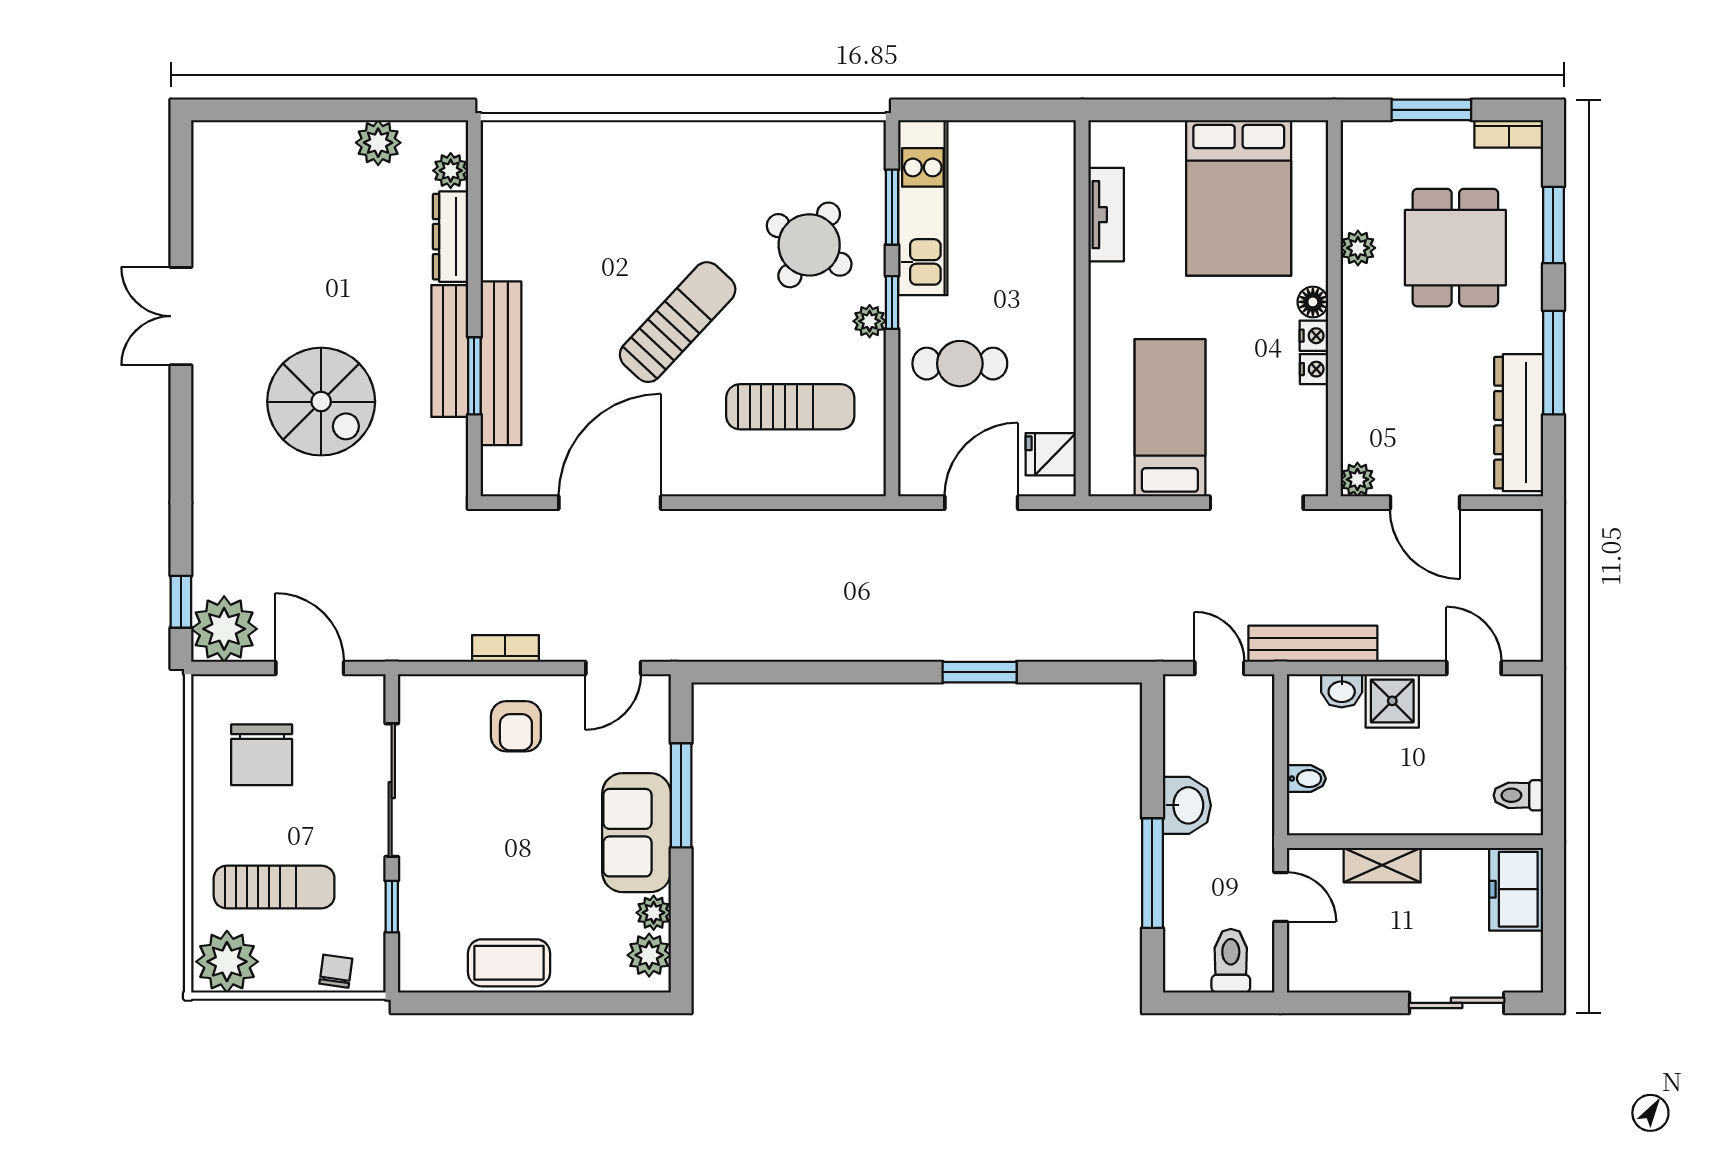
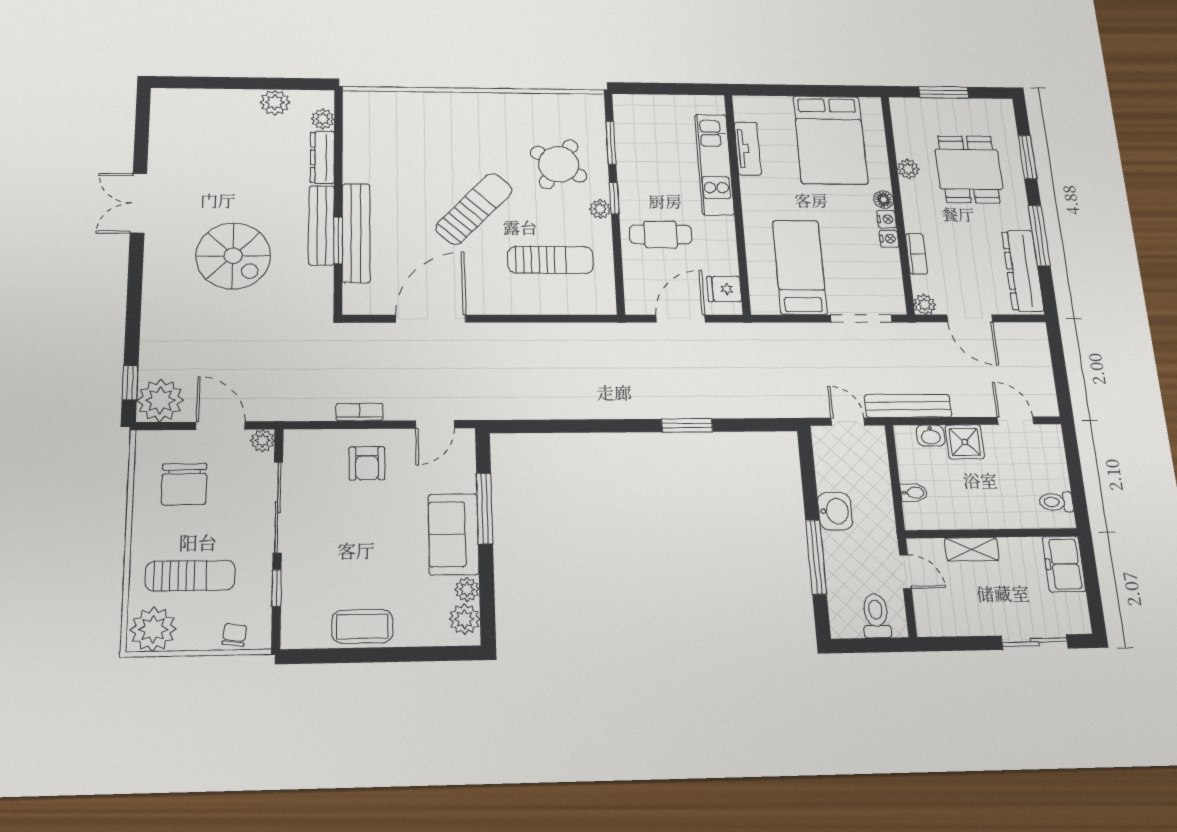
bookcase: (1509, 134) -> (916, 254), moved, turned -90
kitchen unit: (923, 208) -> (714, 164), moved, turned 180
plant: (369, 691) -> (263, 441), added

